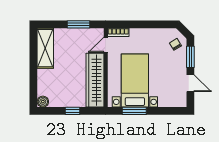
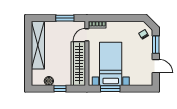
shelving: (45, 48) -> (38, 45), width x1.47
boiler: (43, 102) -> (49, 81), moved

